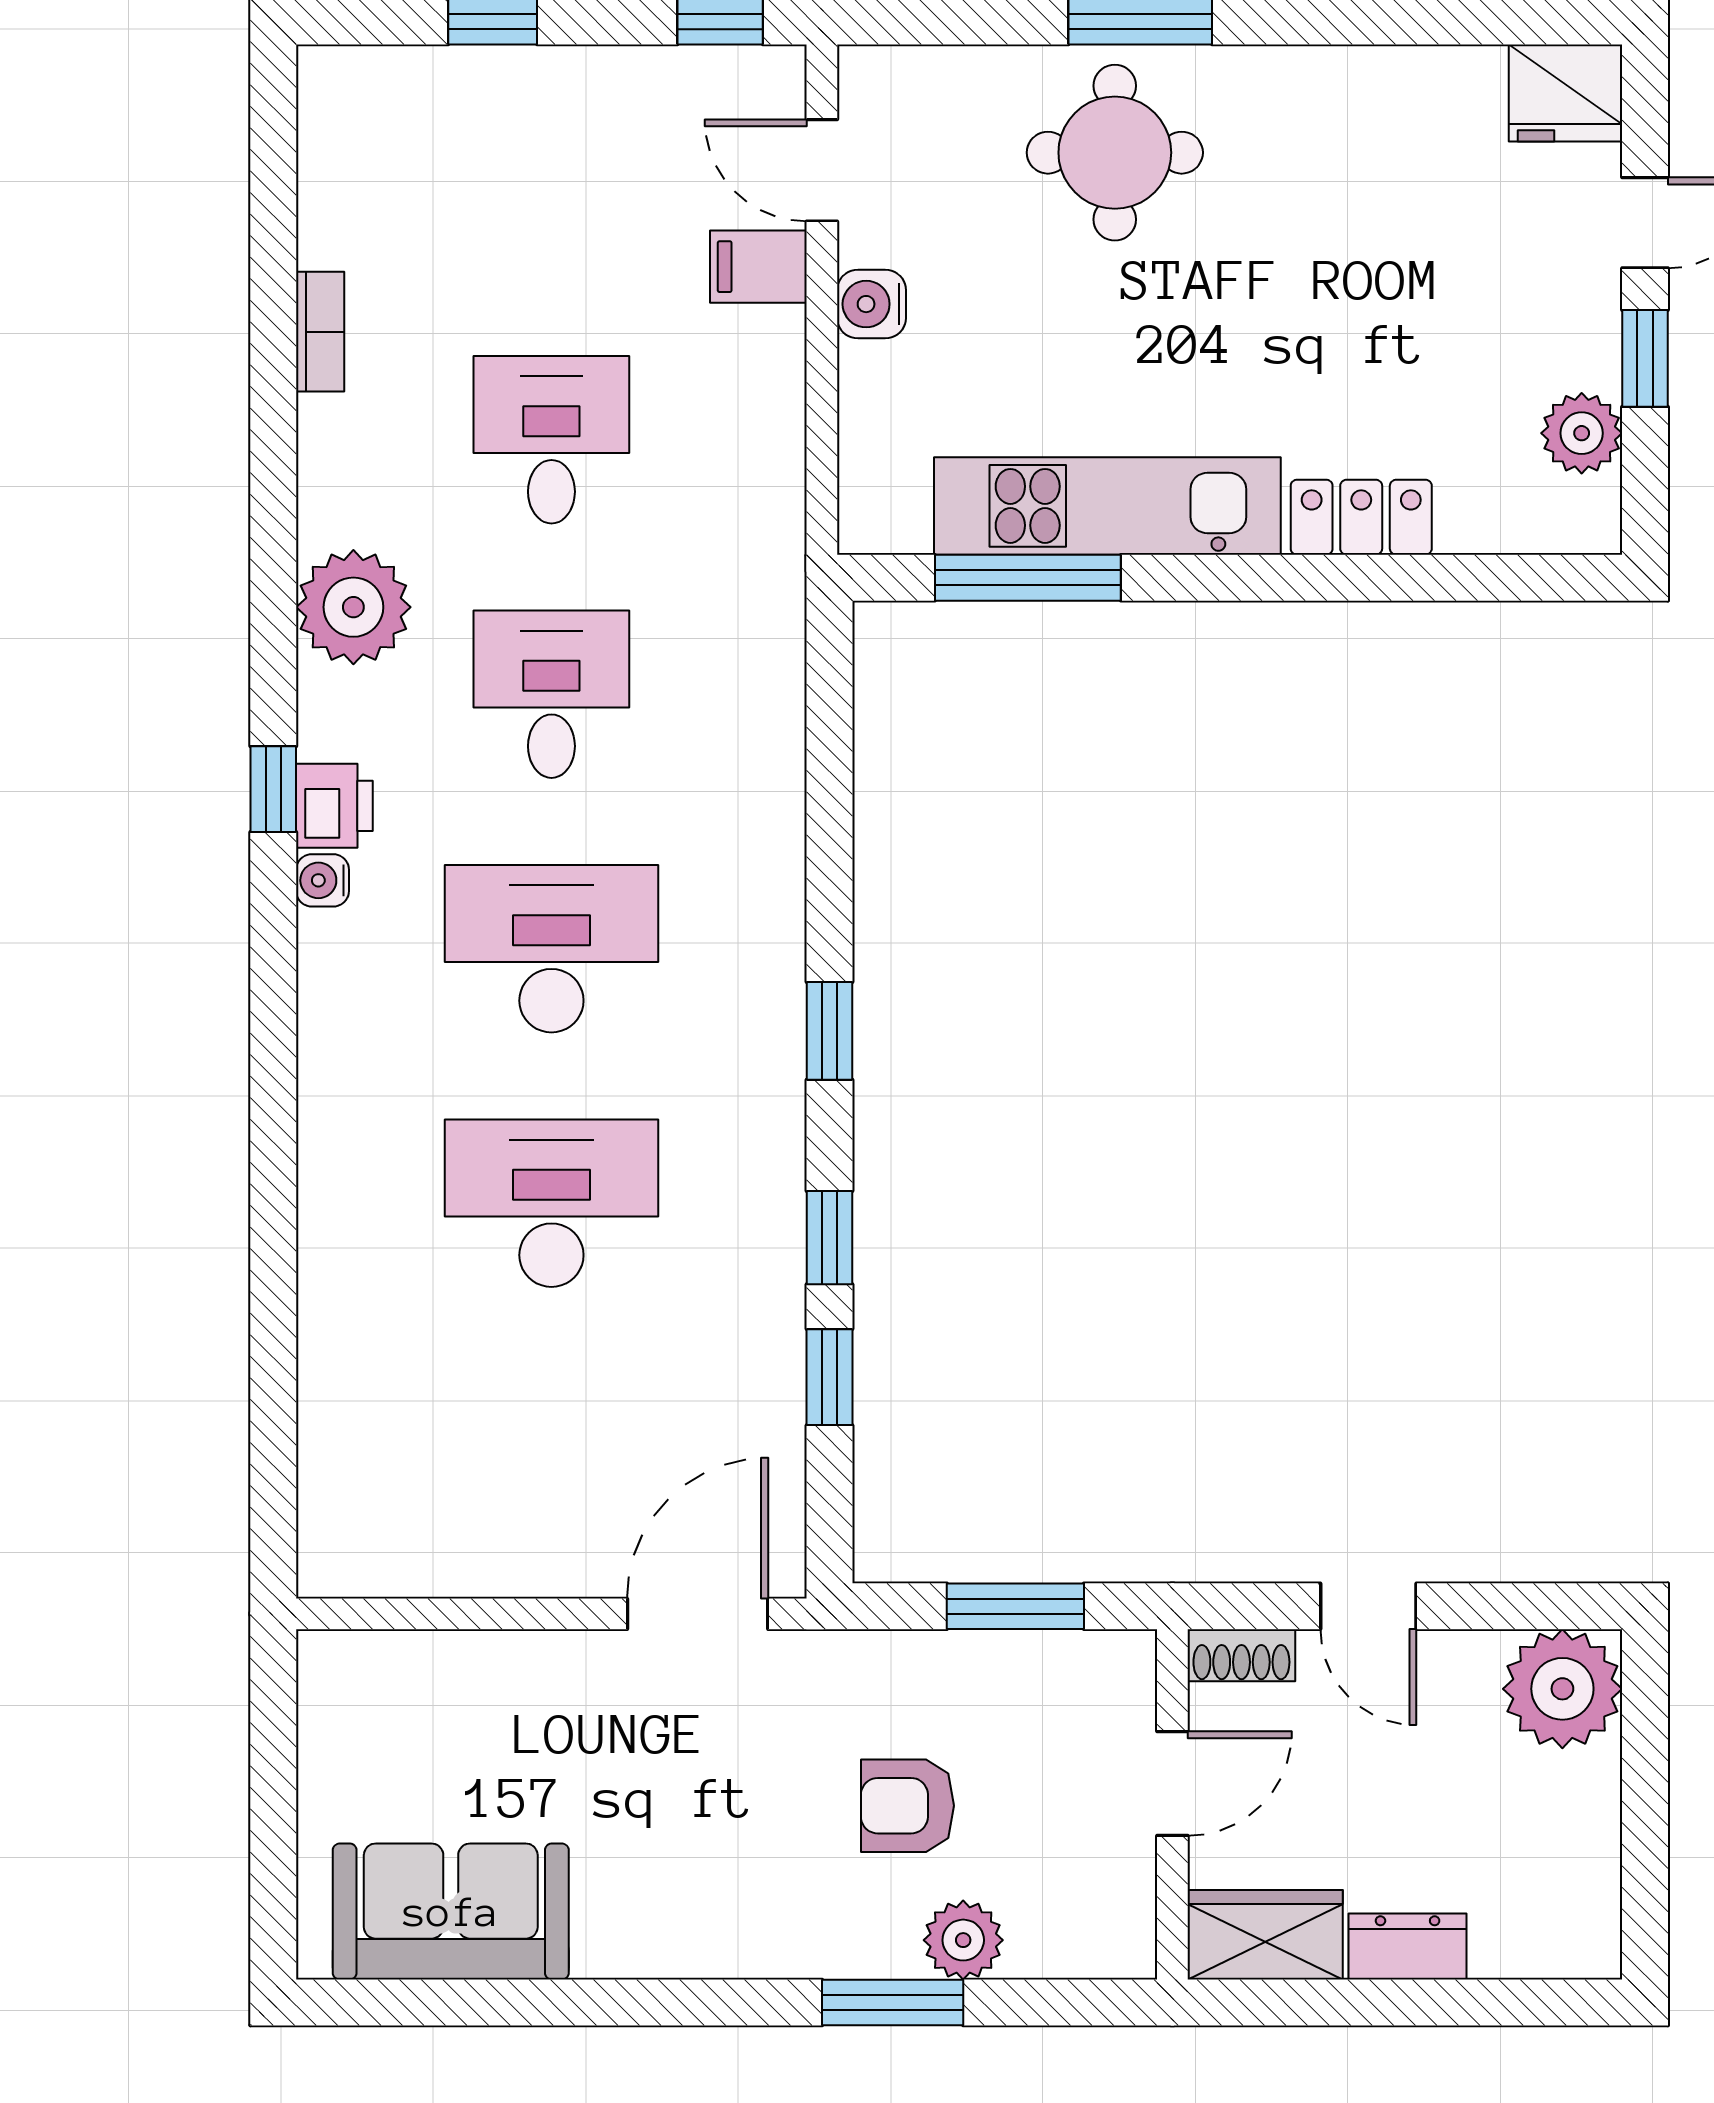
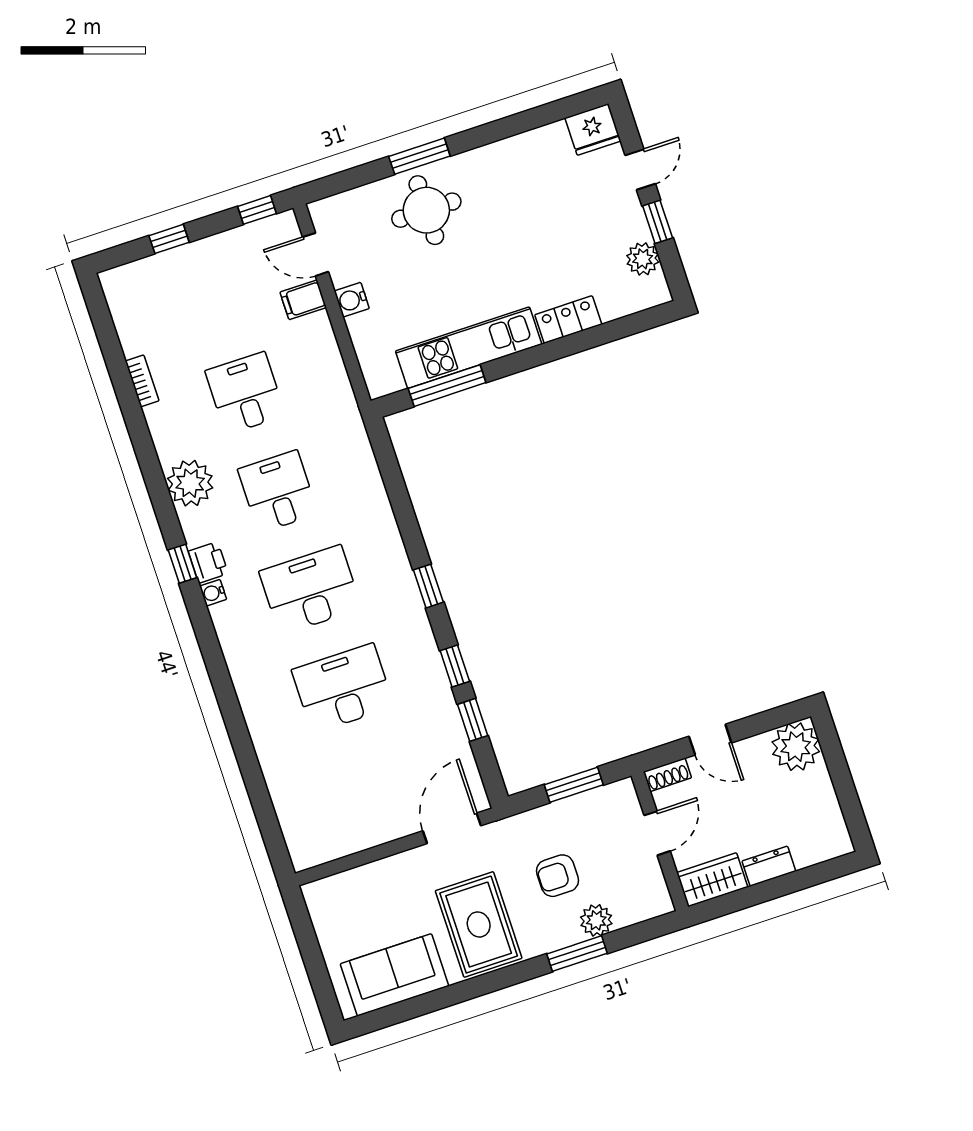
rug: (686, 1859) -> (479, 924), added

